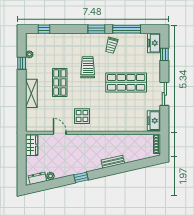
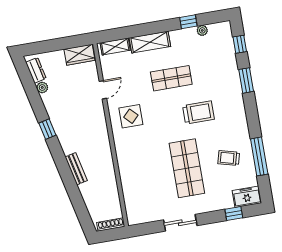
window: (96, 29) -> (246, 80), moved
trolley: (111, 45) -> (229, 158), moved
shelving: (30, 119) -> (115, 47), added
freezer: (154, 121) -> (142, 215), removed

